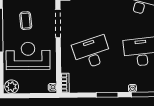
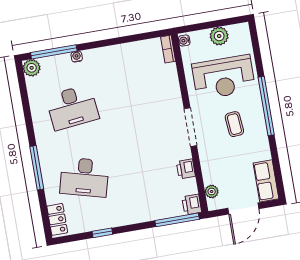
desk: (92, 52) -> (139, 96), removed
plant: (12, 87) -> (219, 36), moved
window: (107, 95) -> (109, 42), removed

